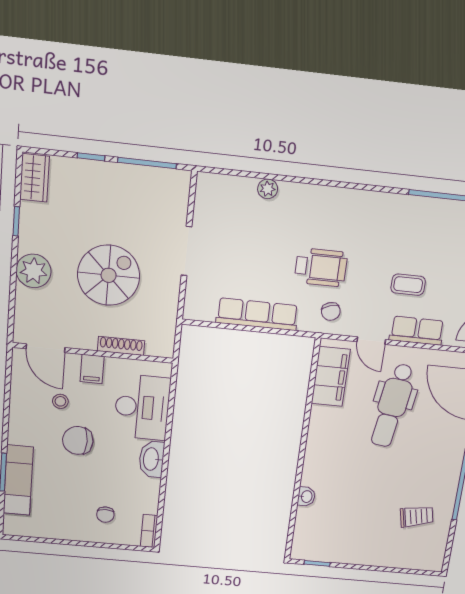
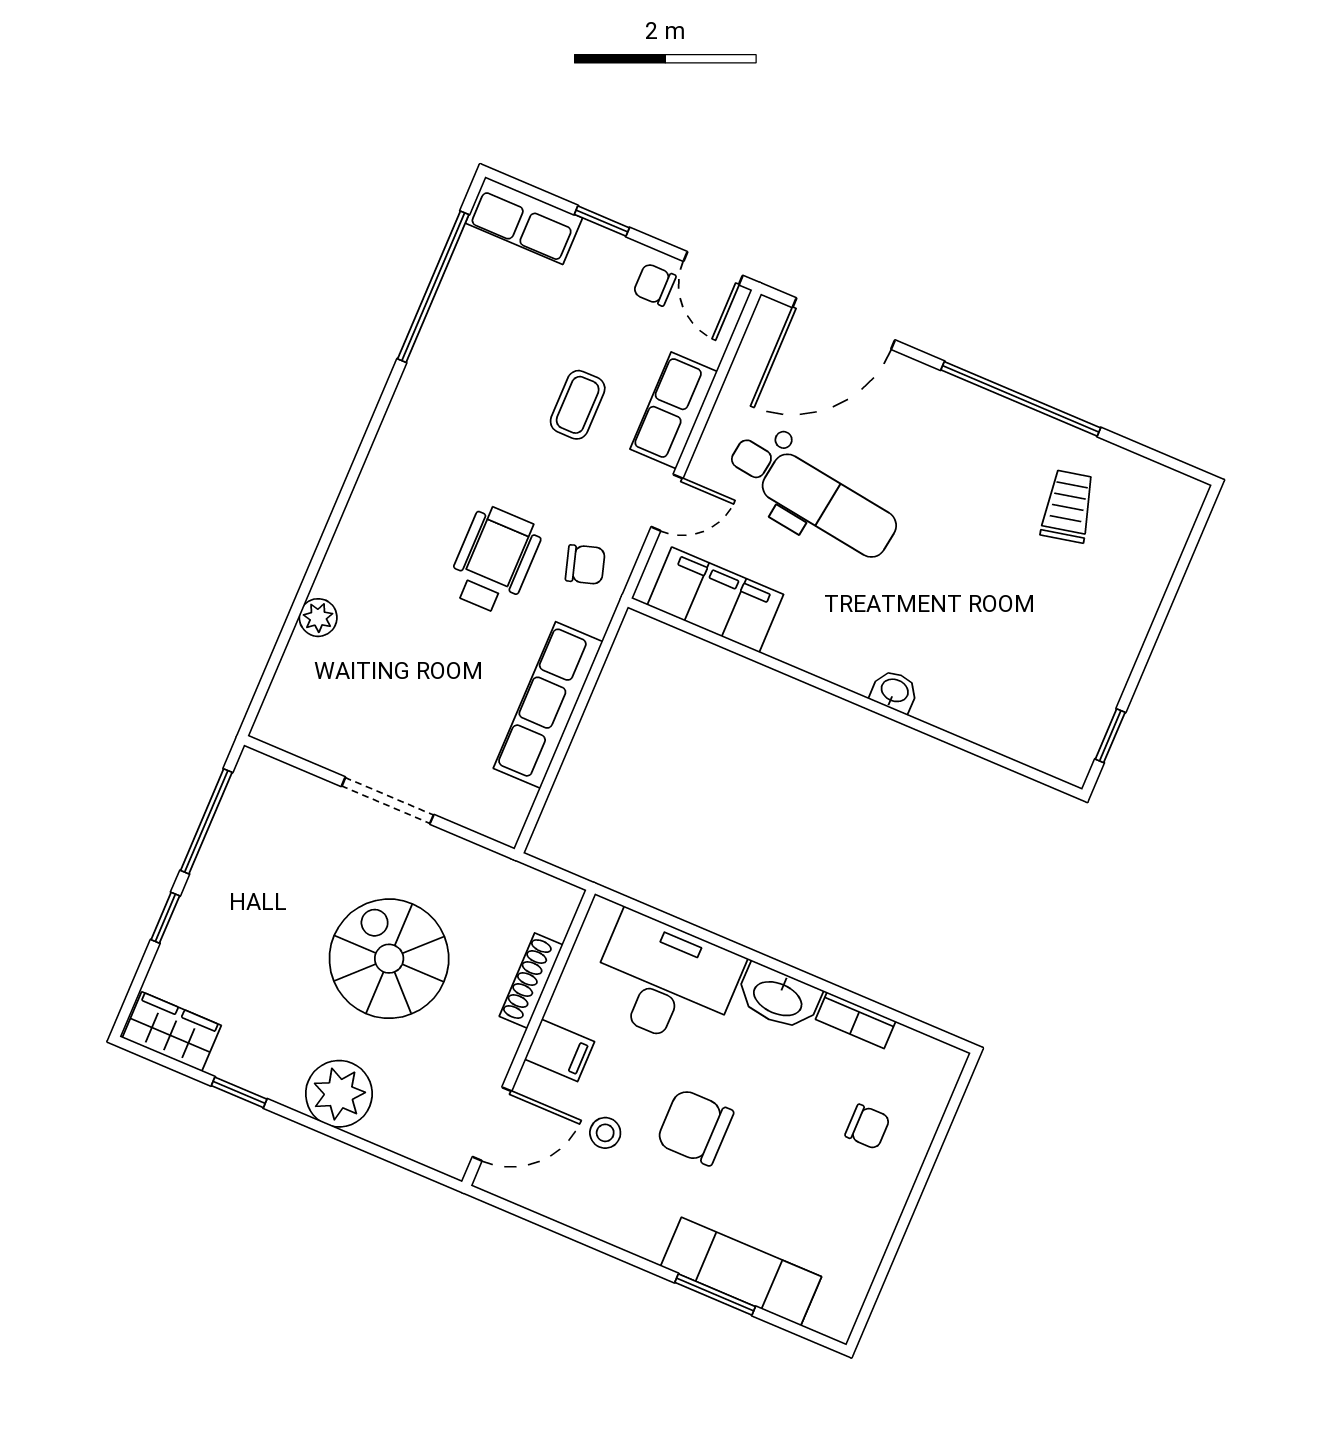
chair: (78, 440) -> (695, 1127), turned 90
washbasin: (306, 497) -> (894, 691), moved
bookcase: (149, 531) -> (856, 1020), moved

